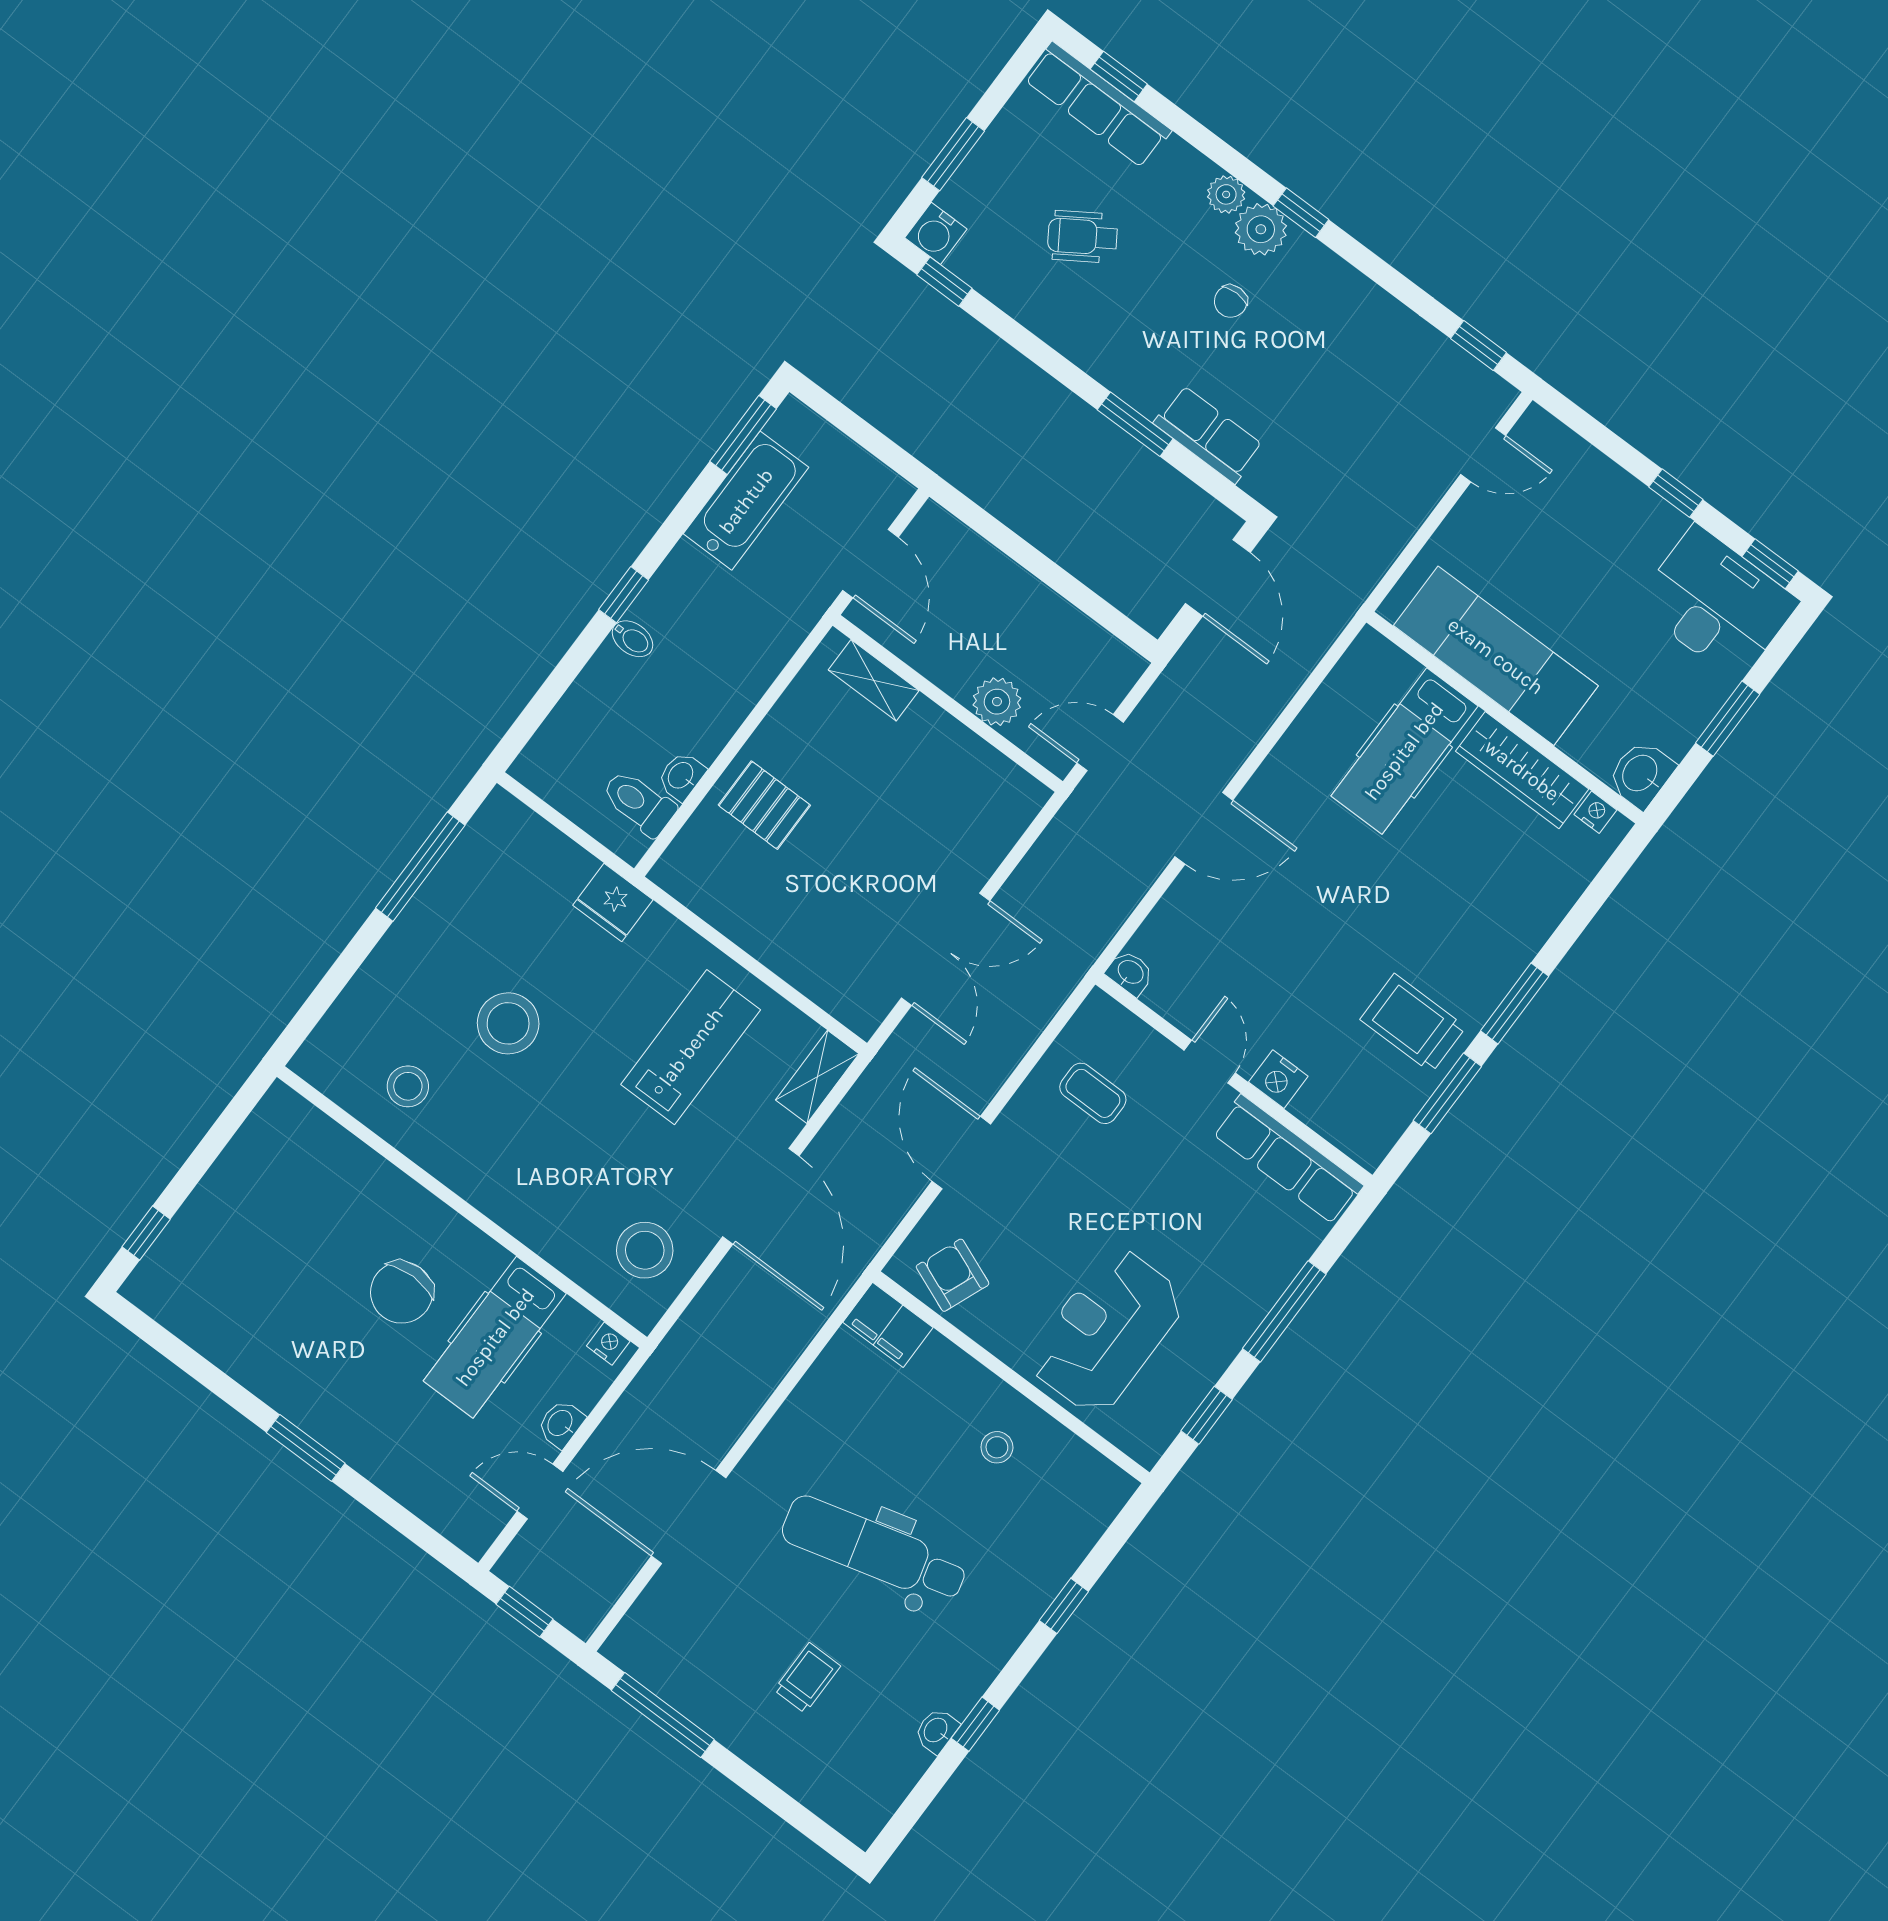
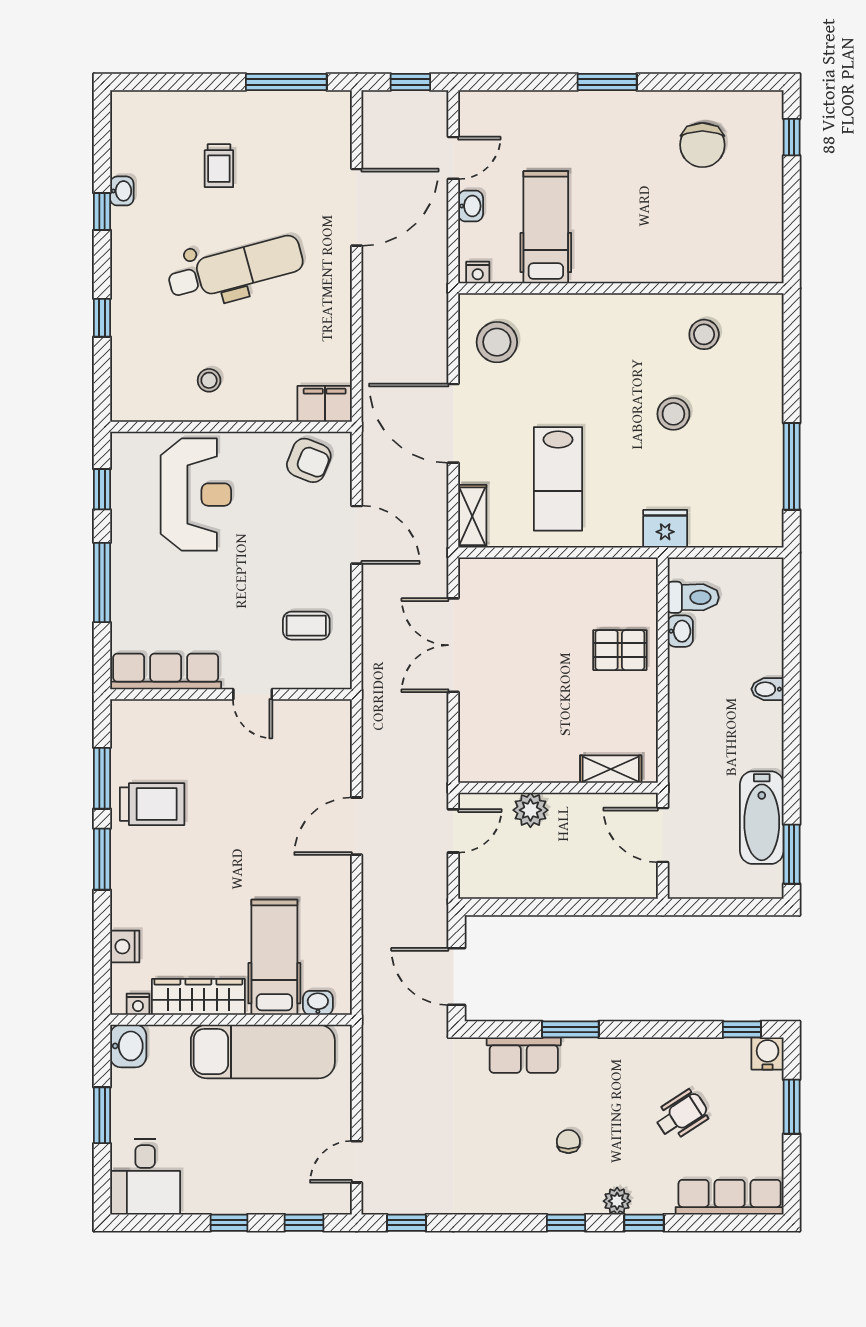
window: (1119, 77) -> (644, 1223), moved
plant: (1261, 229) -> (582, 1196), removed
window: (1770, 564) -> (304, 1223), moved
window: (624, 595) -> (792, 711), removed
desk: (1717, 603) -> (145, 1177), width x0.73
washbasin: (1130, 973) -> (318, 1003), moved, turned 180
stool: (508, 1023) -> (673, 414), width x0.73, depth x0.73
nightstand: (1278, 1079) -> (125, 947), moved, turned -90
chair: (402, 1292) -> (702, 145), moved, turned 180

